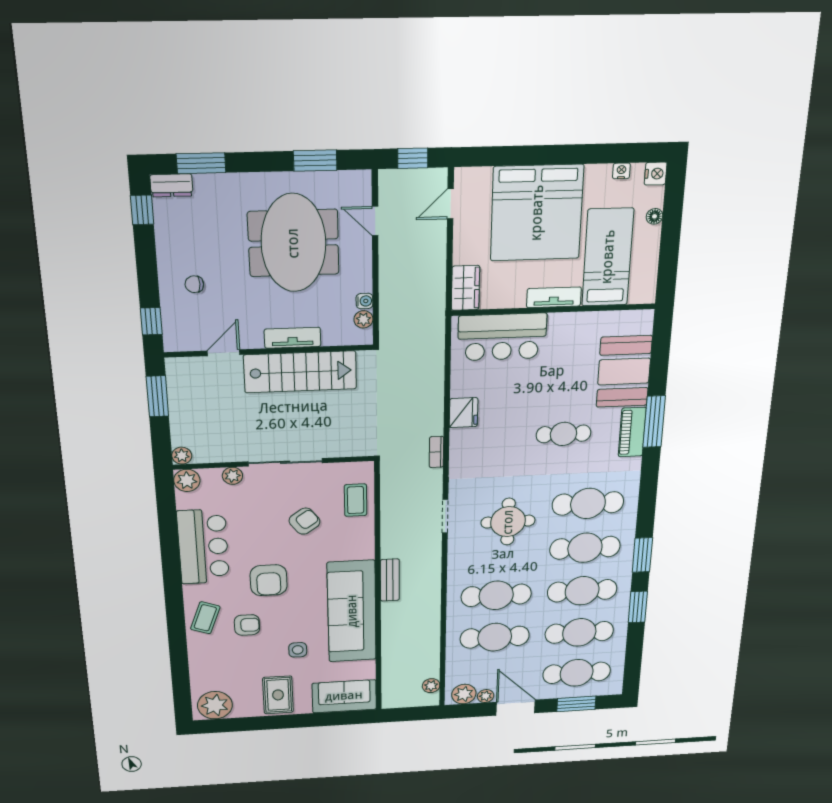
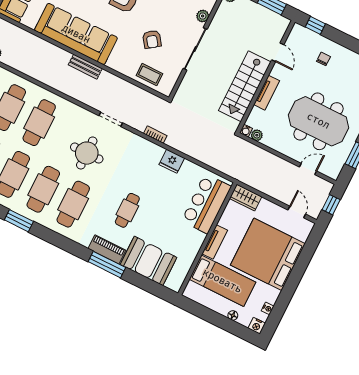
water cooler: (365, 301) -> (246, 131), moved

